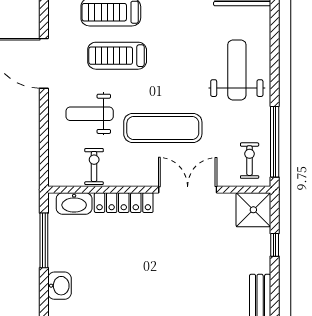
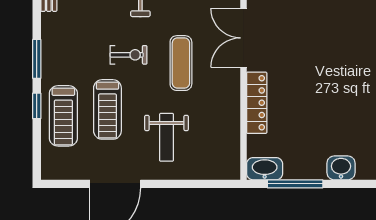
exercise mat: (163, 128) -> (181, 63), width x0.73, depth x0.69
exercise bike: (94, 167) -> (128, 55), moved, turned 180
washbasin: (74, 204) -> (265, 169), moved, turned -90

